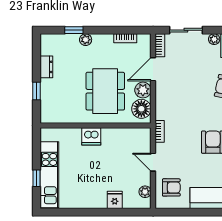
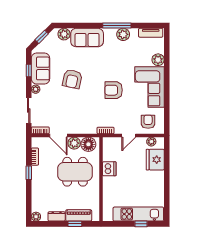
window: (74, 30) -> (29, 173), moved
plant: (86, 40) -> (36, 217), moved
piano: (48, 96) -> (79, 215), added
dishwasher: (91, 136) -> (109, 169), moved
fridge: (115, 200) -> (155, 160), width x1.88, depth x1.34

